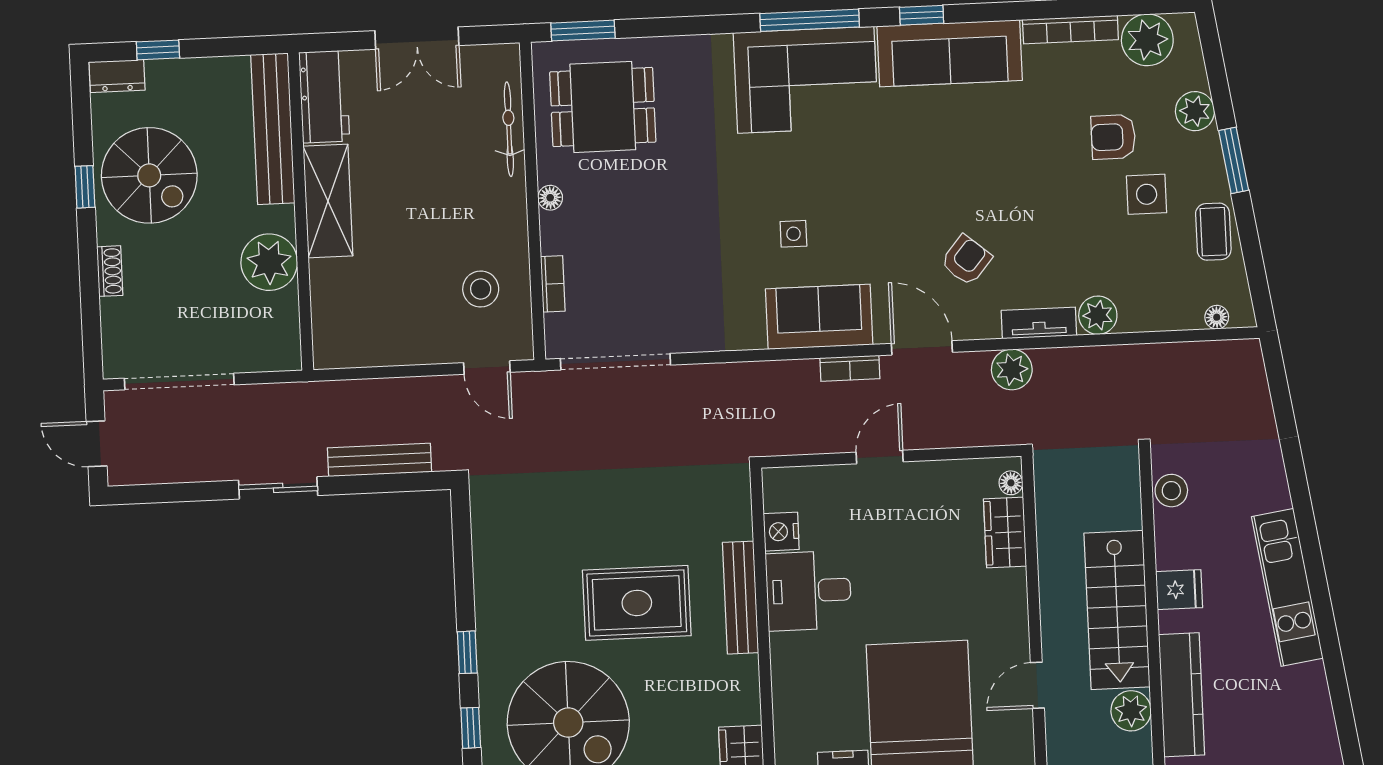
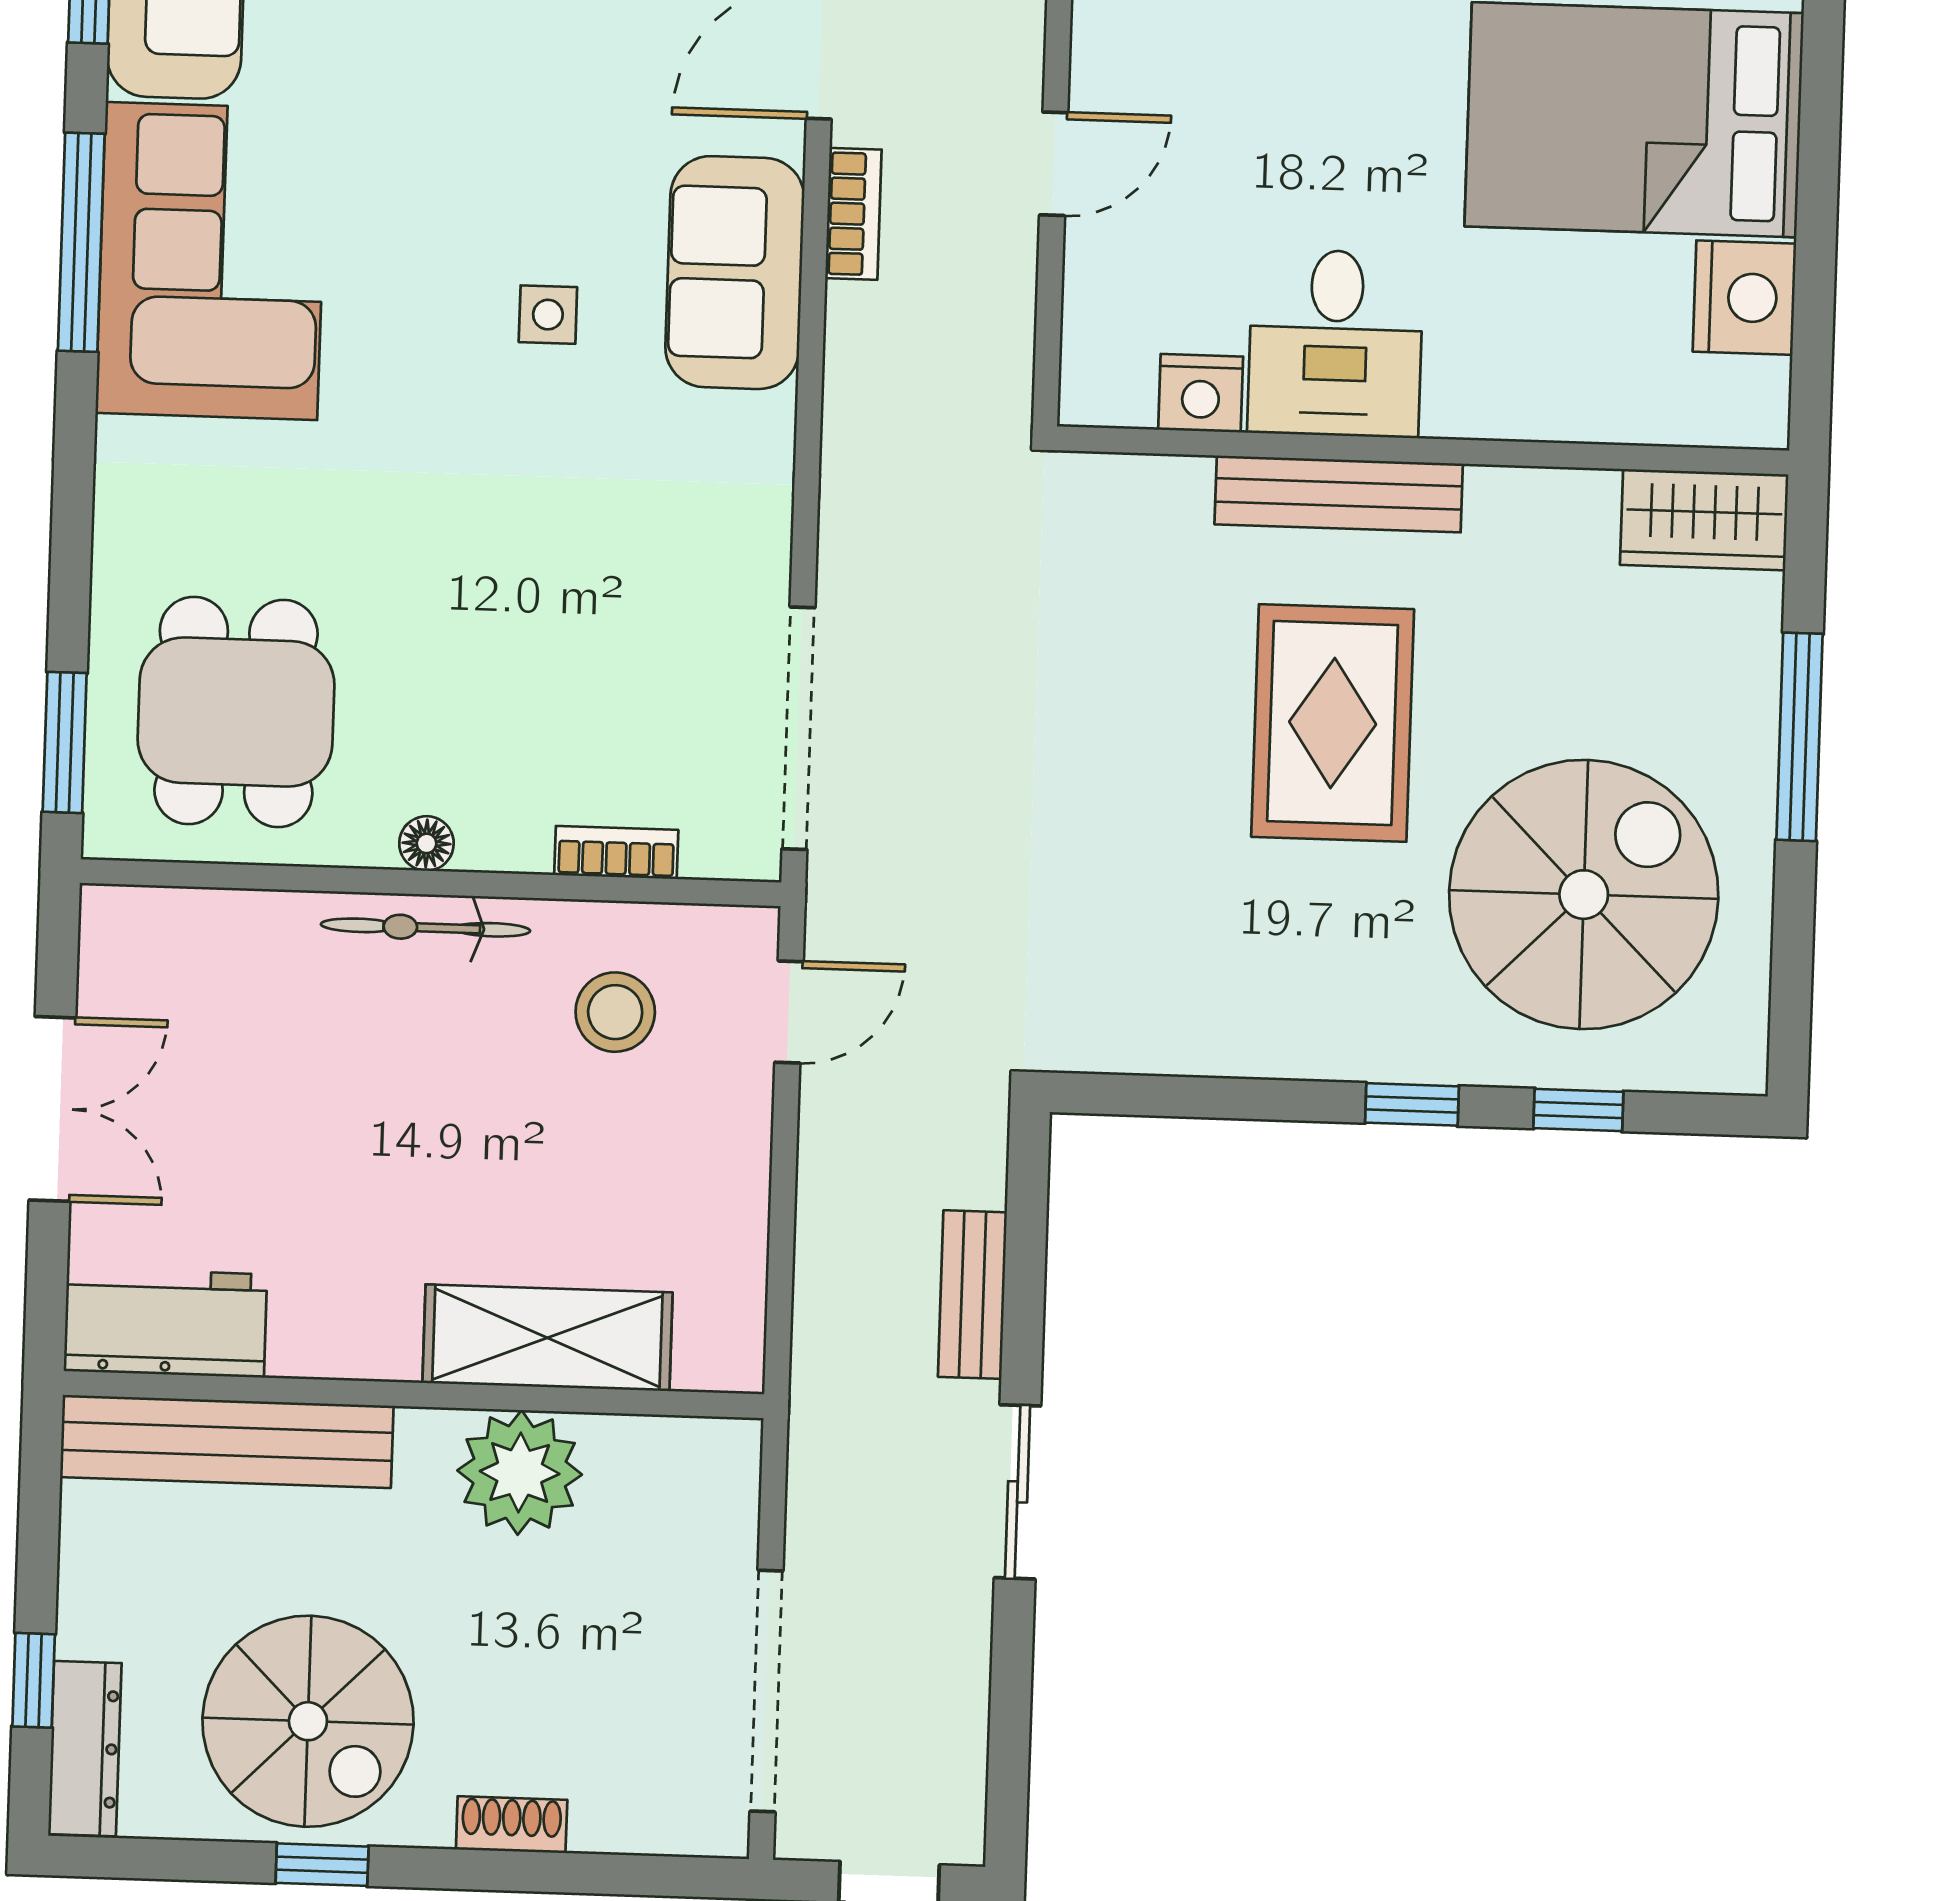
dresser: (117, 76) -> (85, 1749), width x1.44
bicycle: (509, 129) -> (425, 928), moved
spiral stairs: (149, 175) -> (308, 1721), turned 90
shelving: (328, 201) -> (547, 1338), moved
door: (880, 457) -> (1054, 164), swing flipped
bench: (379, 460) -> (972, 1295), width x0.73

